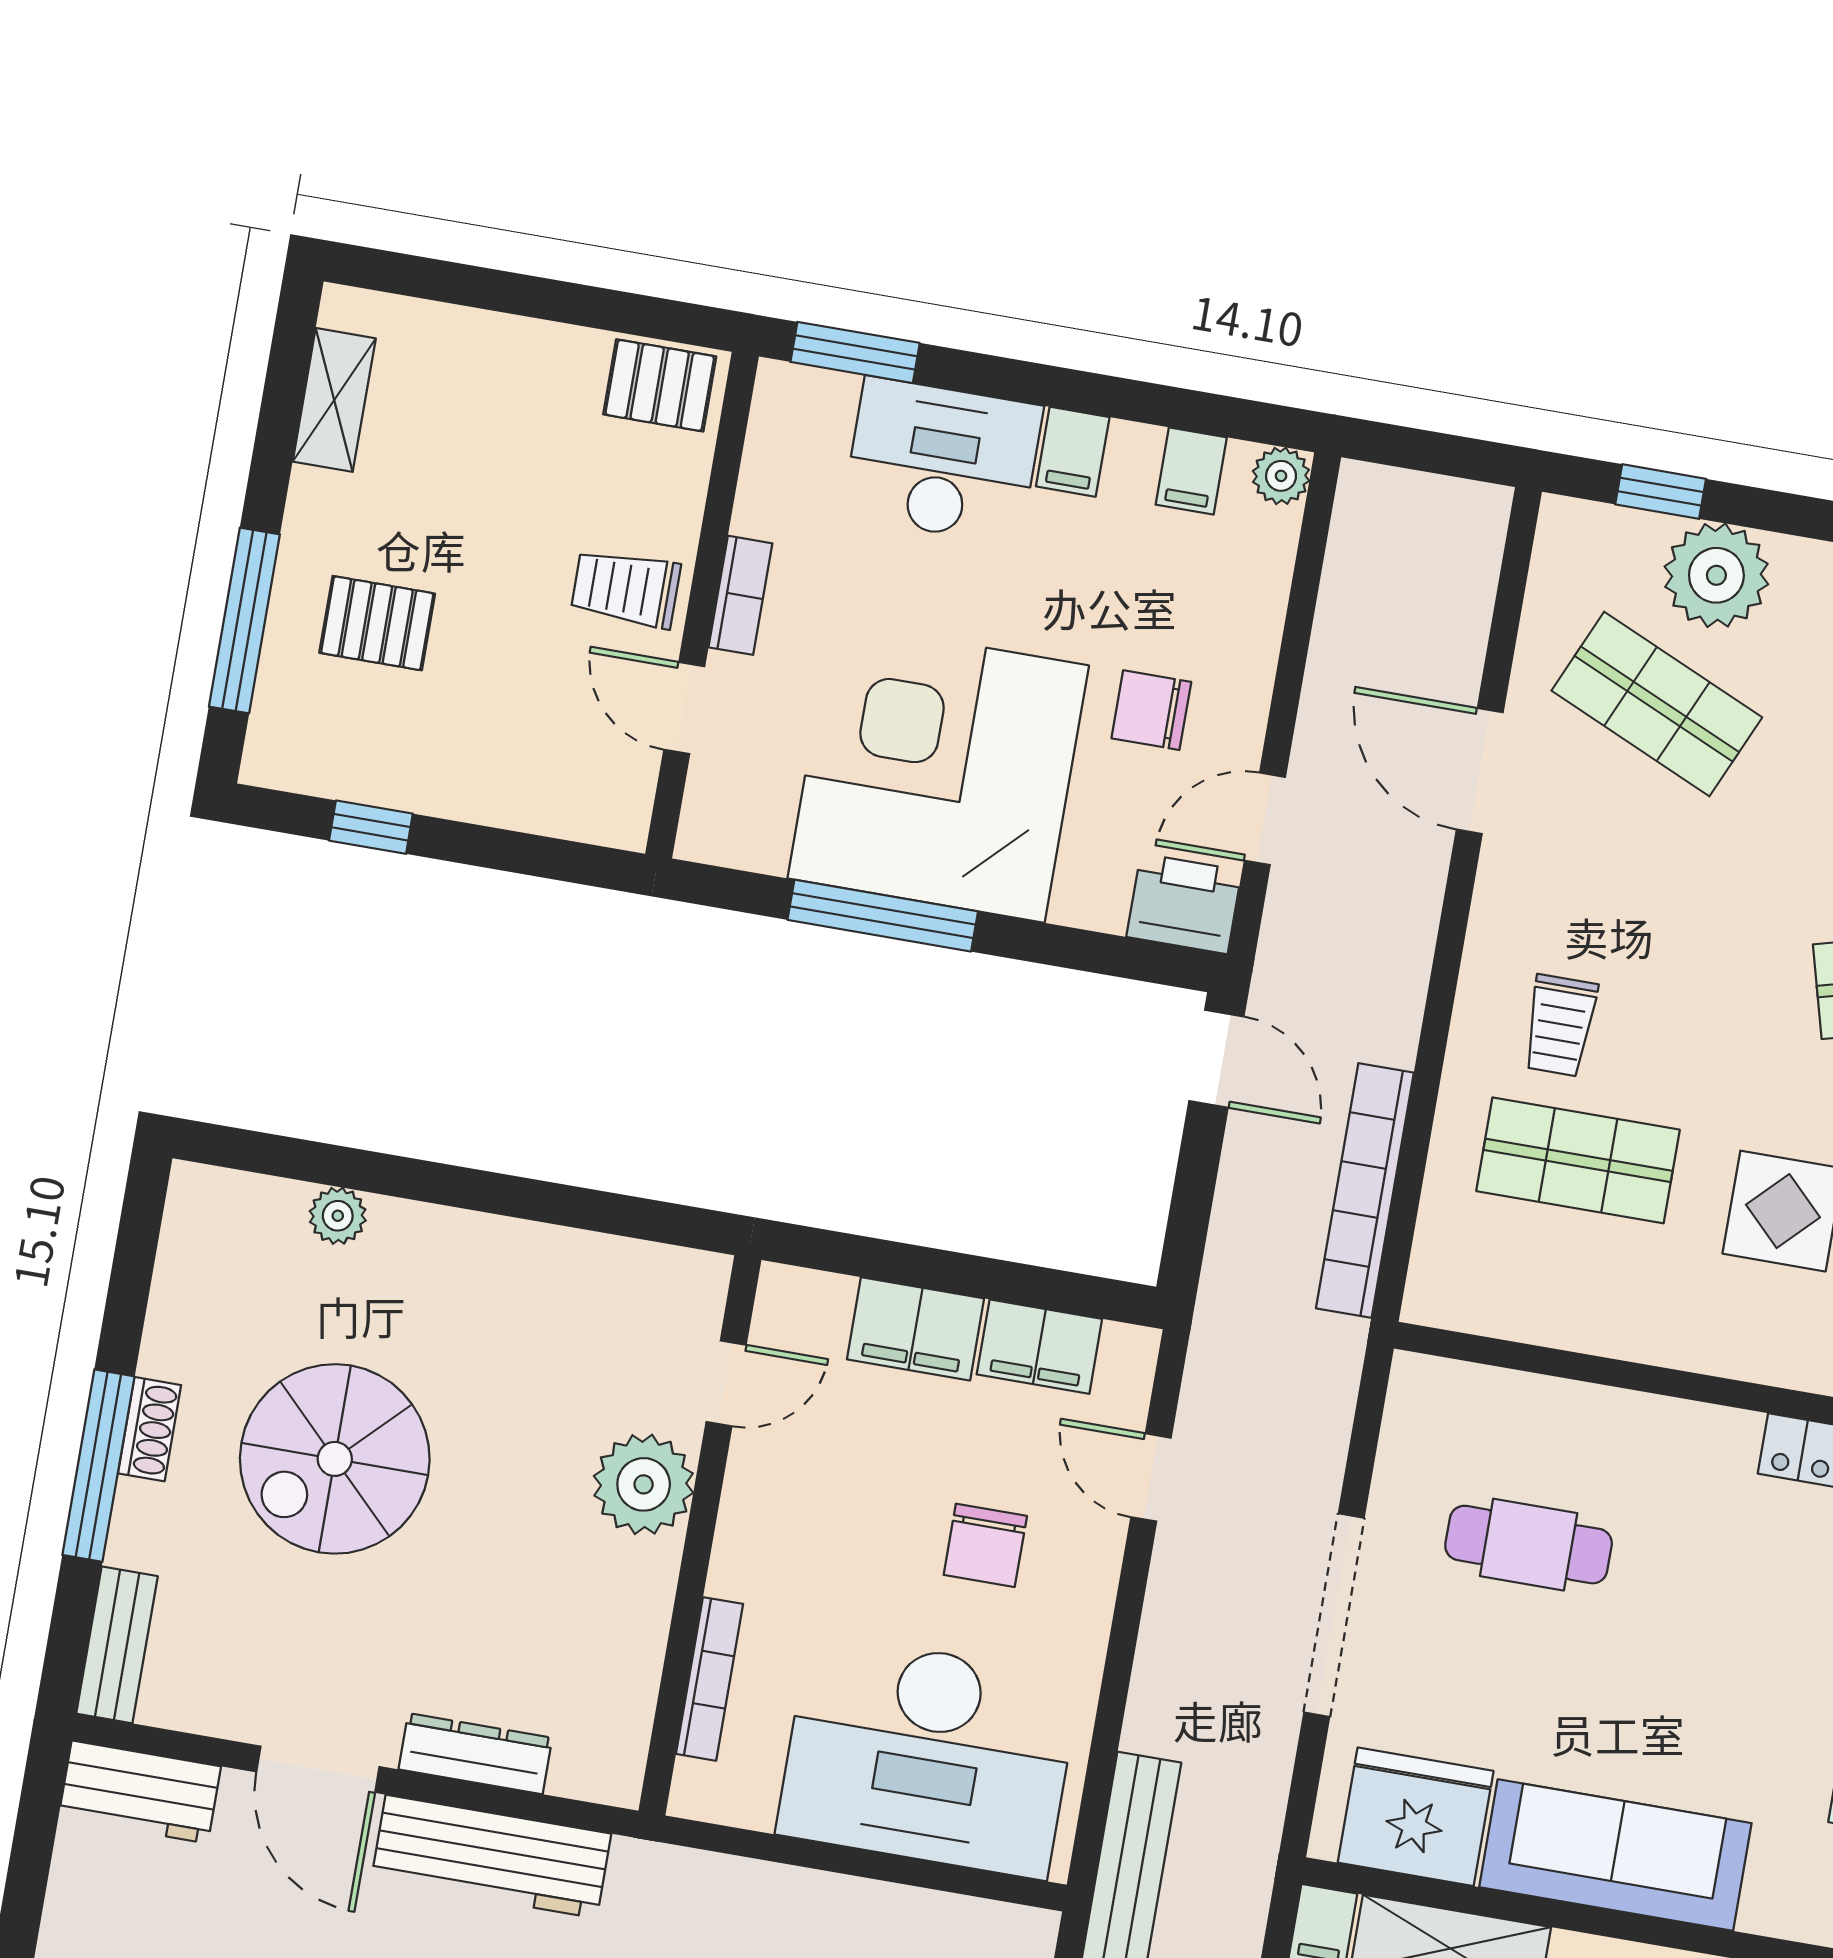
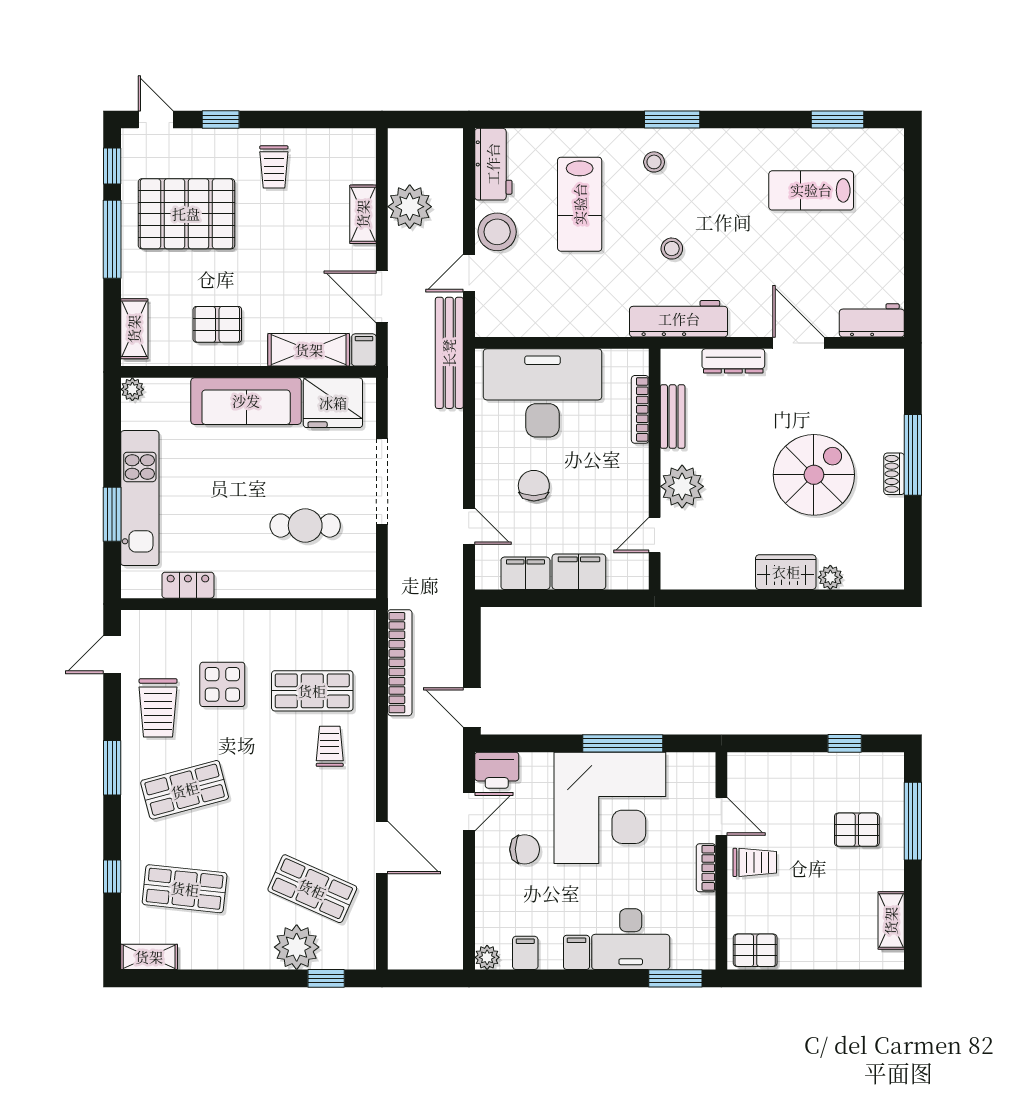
wardrobe: (439, 1246) -> (786, 572), added
bench: (117, 1645) -> (673, 417), moved
workbench: (491, 1857) -> (679, 319), moved

